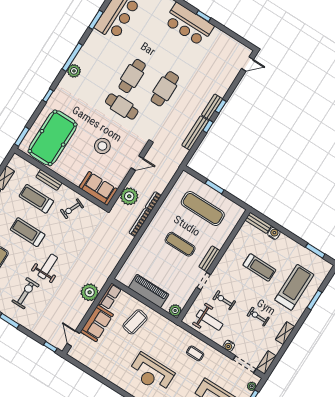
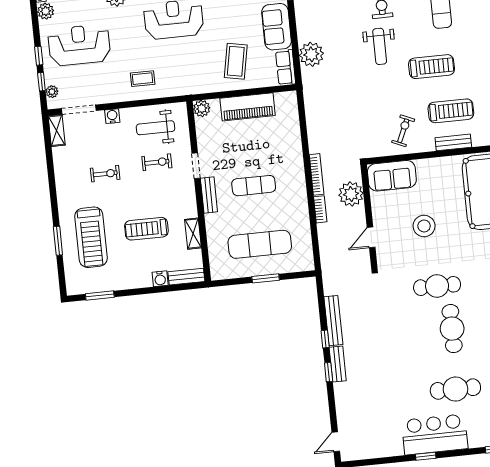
cafe table: (165, 89) -> (455, 389), moved, turned 90
shelving: (285, 333) -> (193, 234), moved

